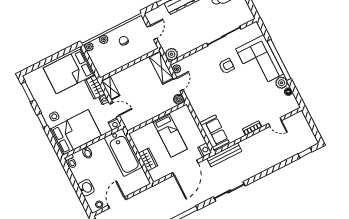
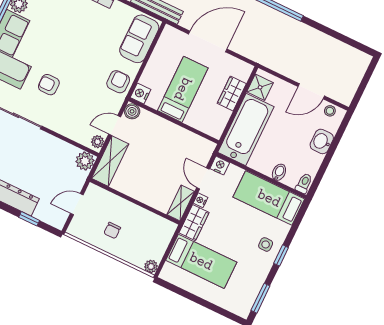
plant: (104, 39) -> (129, 256), removed
bed: (69, 71) -> (201, 261), width x0.67
armchair: (200, 104) -> (118, 82), added
bed: (75, 133) -> (269, 198), width x0.67
nightstand: (205, 150) -> (141, 94), moved
shower: (140, 177) -> (260, 87), added

